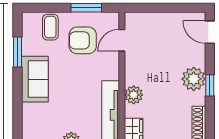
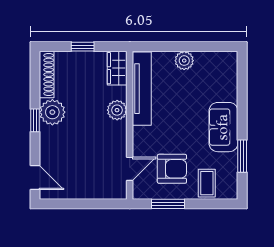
plant: (194, 79) -> (52, 112), moved

